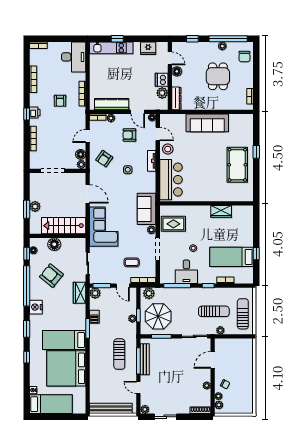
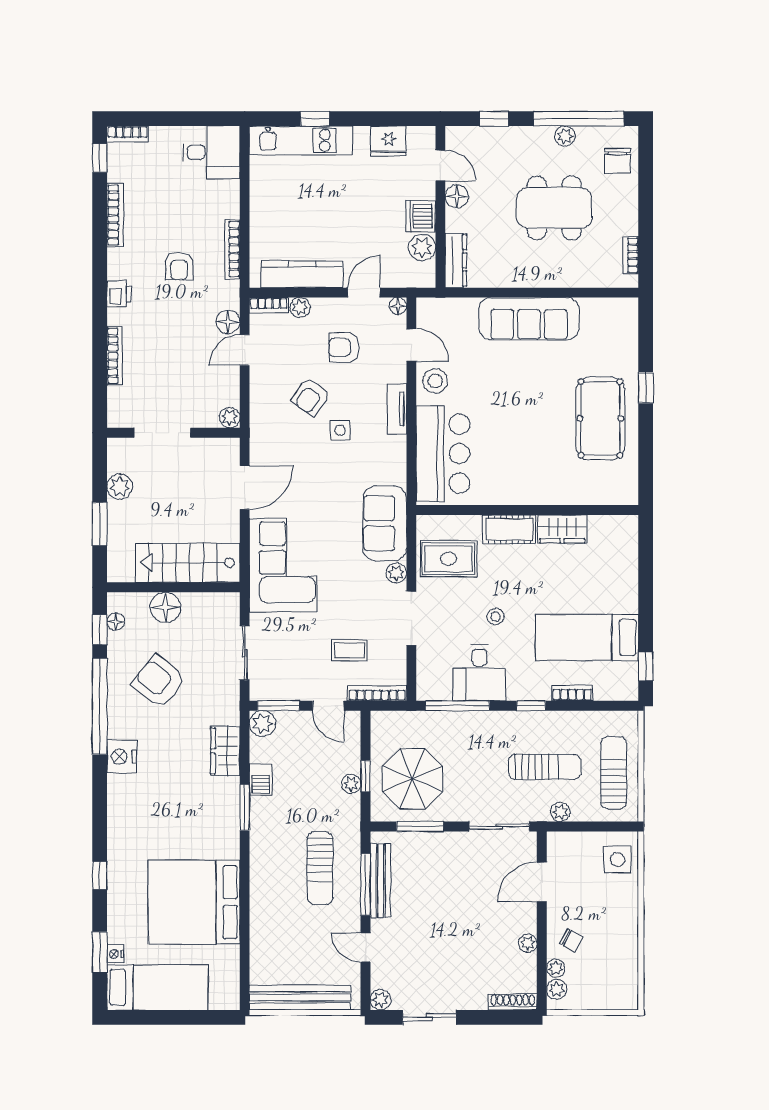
desk: (74, 57) -> (211, 152), width x0.73
dining table: (218, 76) -> (554, 208), width x1.38
door: (138, 112) -> (364, 293), swing flipped
window: (27, 114) -> (100, 158), moved
floor lamp: (81, 154) -> (228, 322), moved
armchair: (104, 159) -> (310, 397), moved
door: (88, 194) -> (245, 487), hinge flipped
plant: (35, 206) -> (120, 487), moved
cot: (199, 211) -> (509, 529), added
window: (256, 254) -> (646, 666), moved
wardrobe: (79, 293) -> (225, 751), moved
plant: (149, 293) -> (390, 724), removed
window: (27, 329) -> (100, 952), moved
bed: (64, 340) -> (189, 835), removed
side table: (244, 350) -> (617, 860), added

